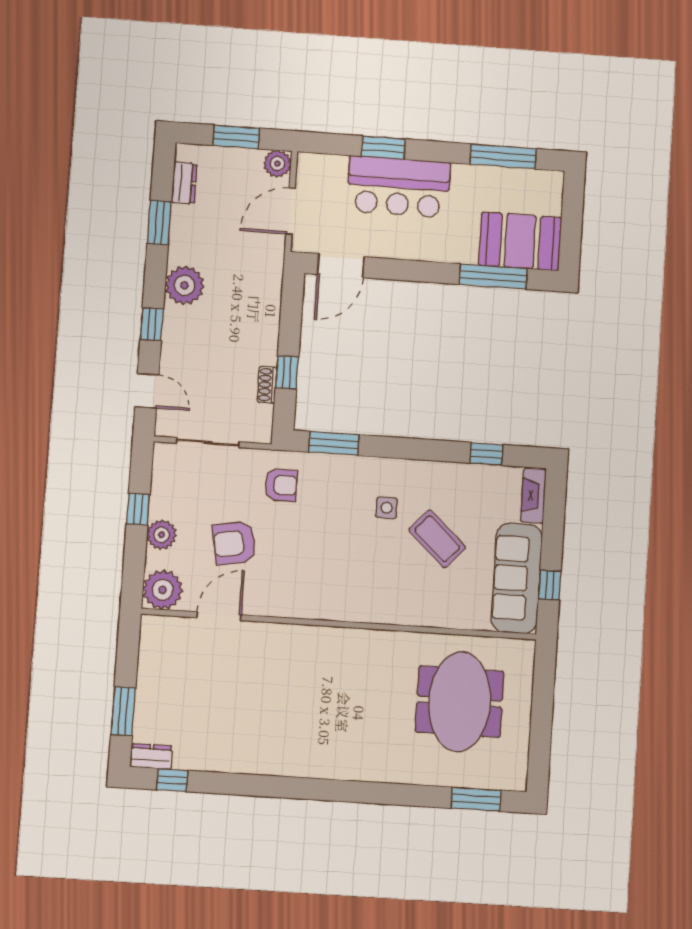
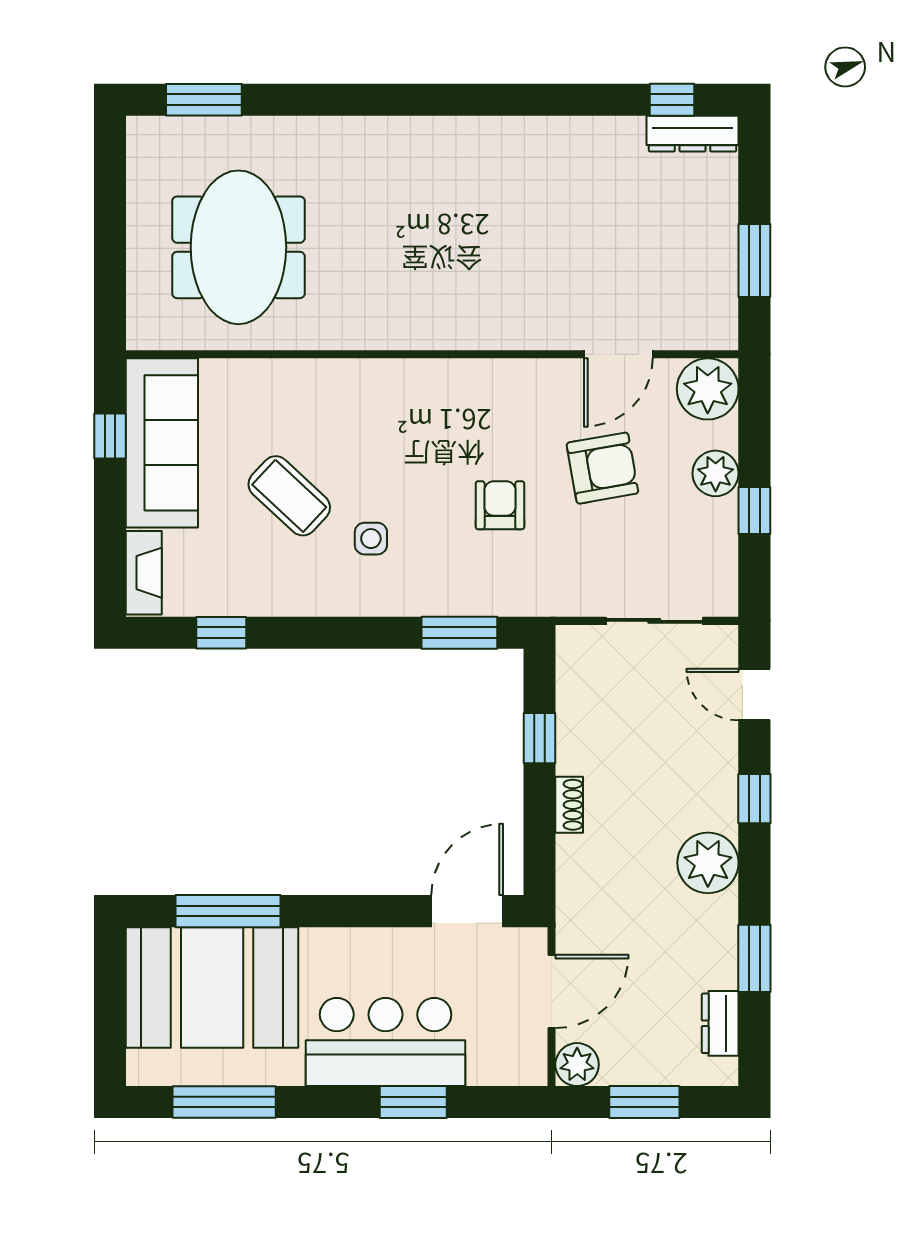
booth: (520, 241) -> (212, 988), width x1.36, depth x1.42
shoe rack: (267, 385) -> (569, 805), moved
armchair: (281, 485) -> (500, 505), moved, turned 90
window: (123, 711) -> (754, 260), moved
dresser: (151, 756) -> (692, 134), width x1.44

